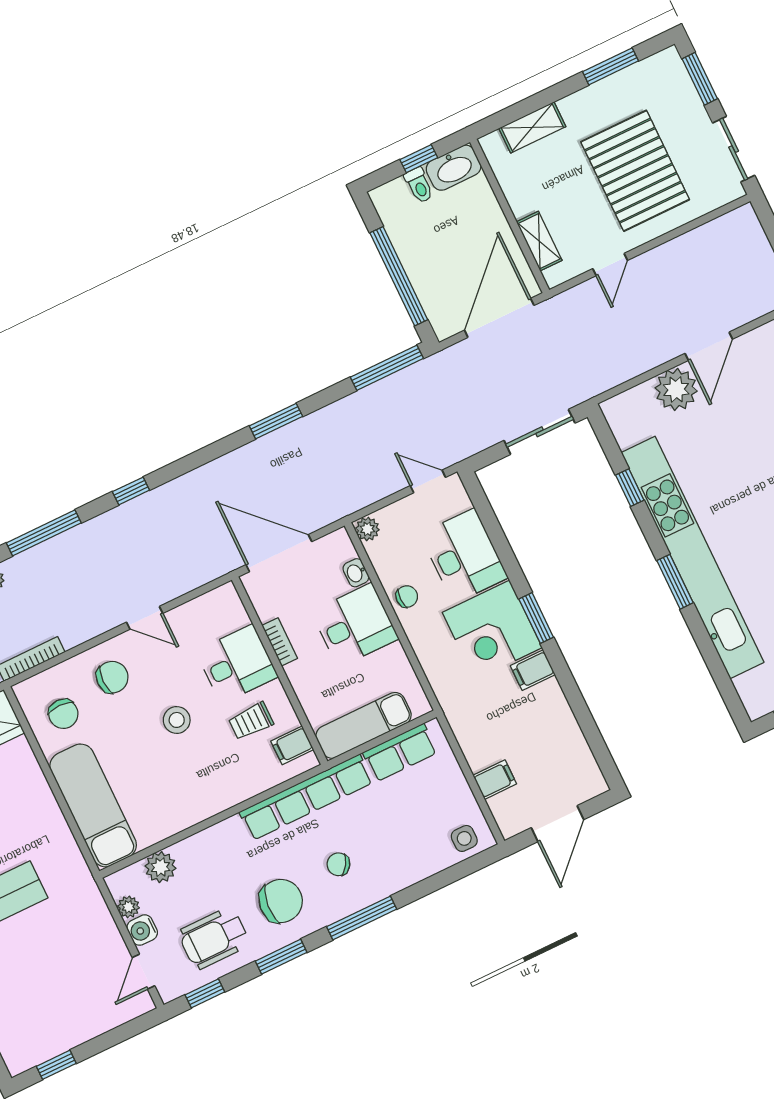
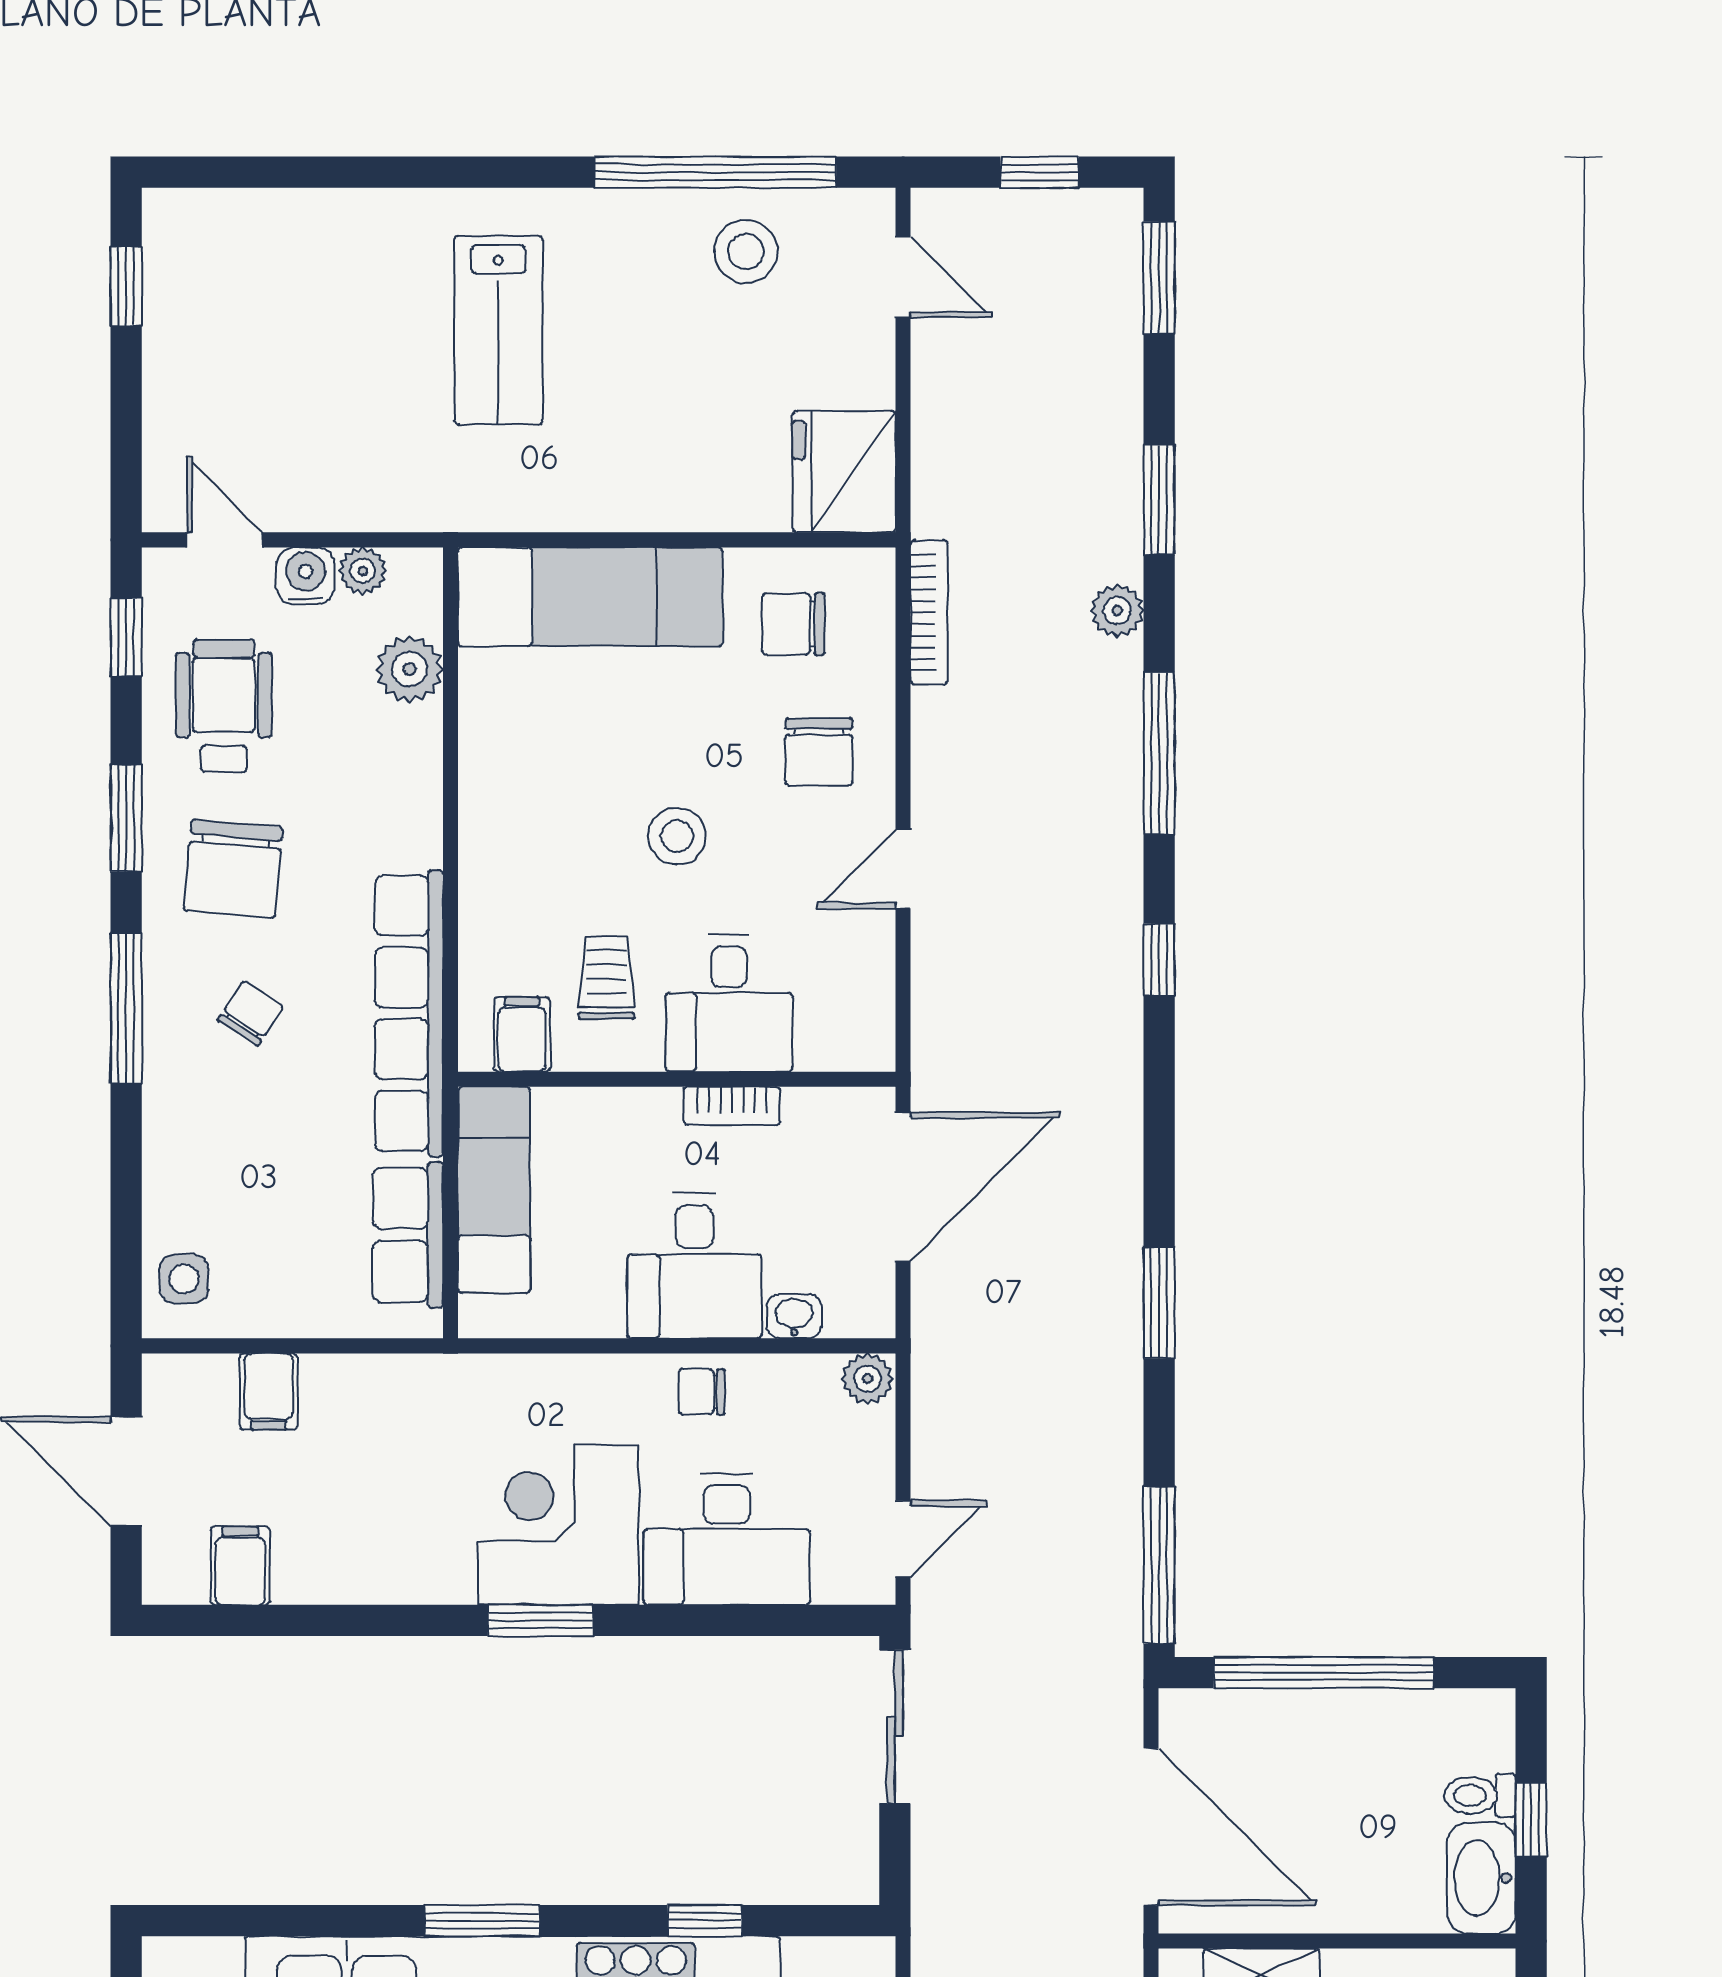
sliding door: (540, 432) -> (895, 1727), moved
chair: (407, 597) -> (702, 1392), turned 90
filing cabinet: (533, 670) -> (240, 1566), moved

